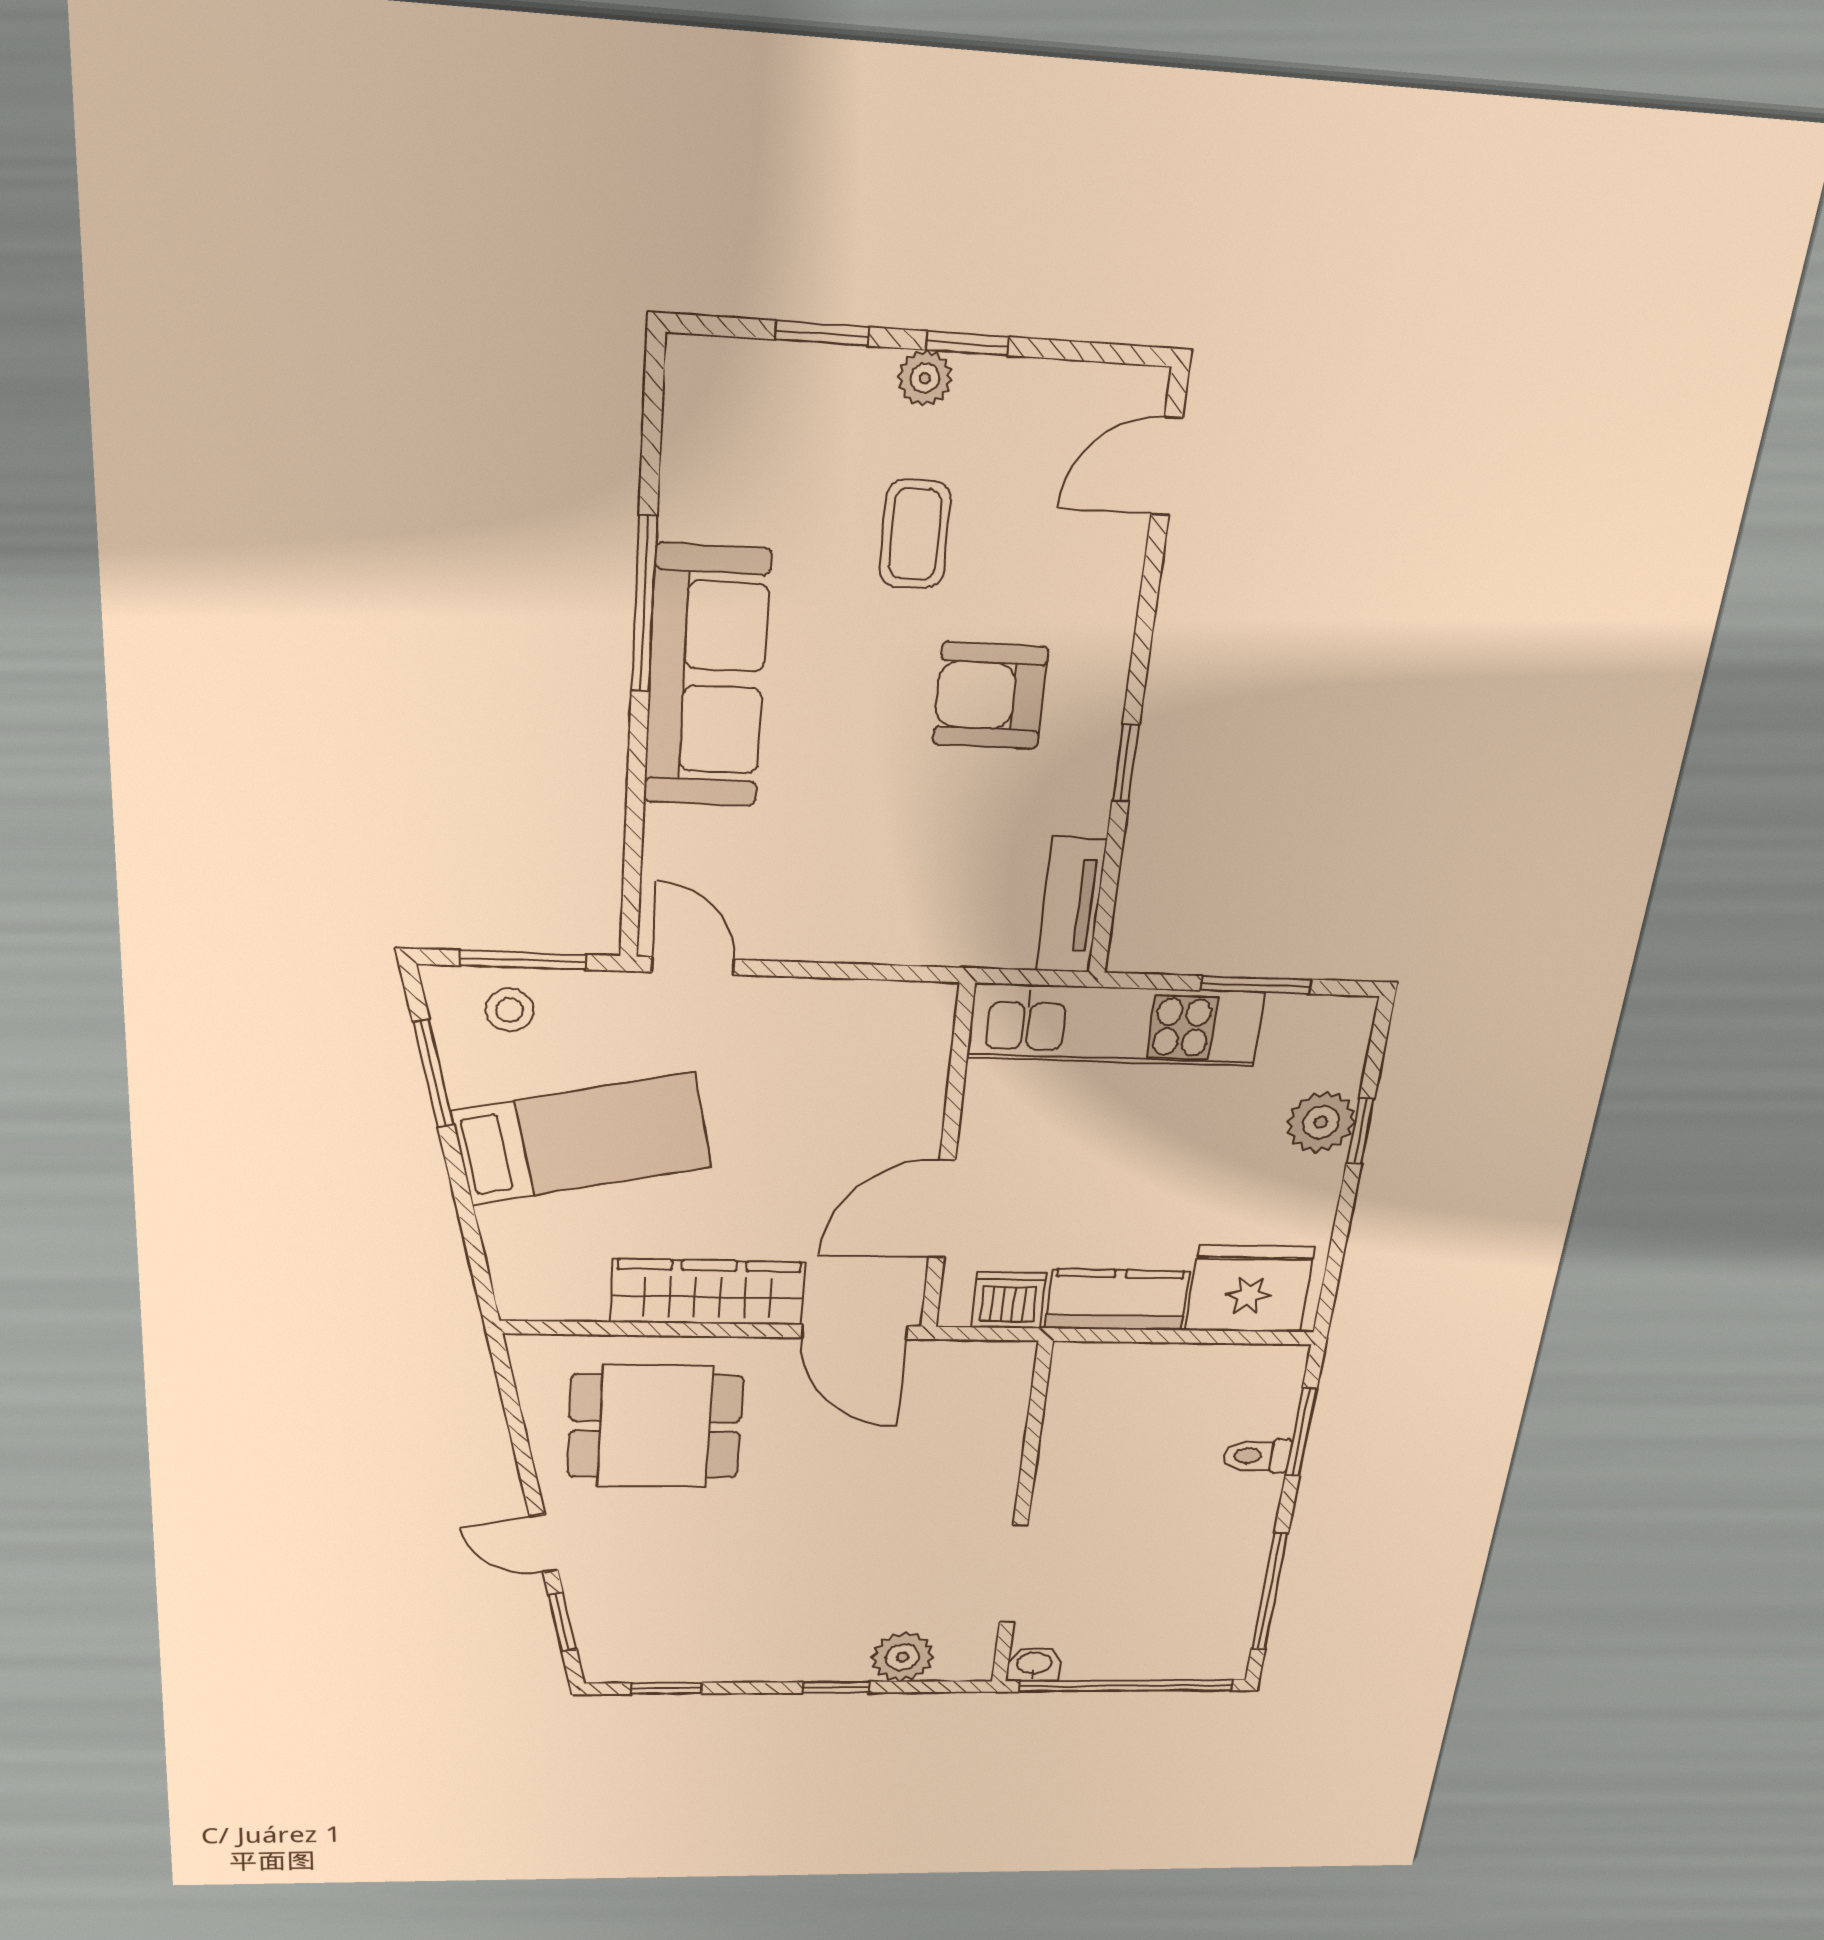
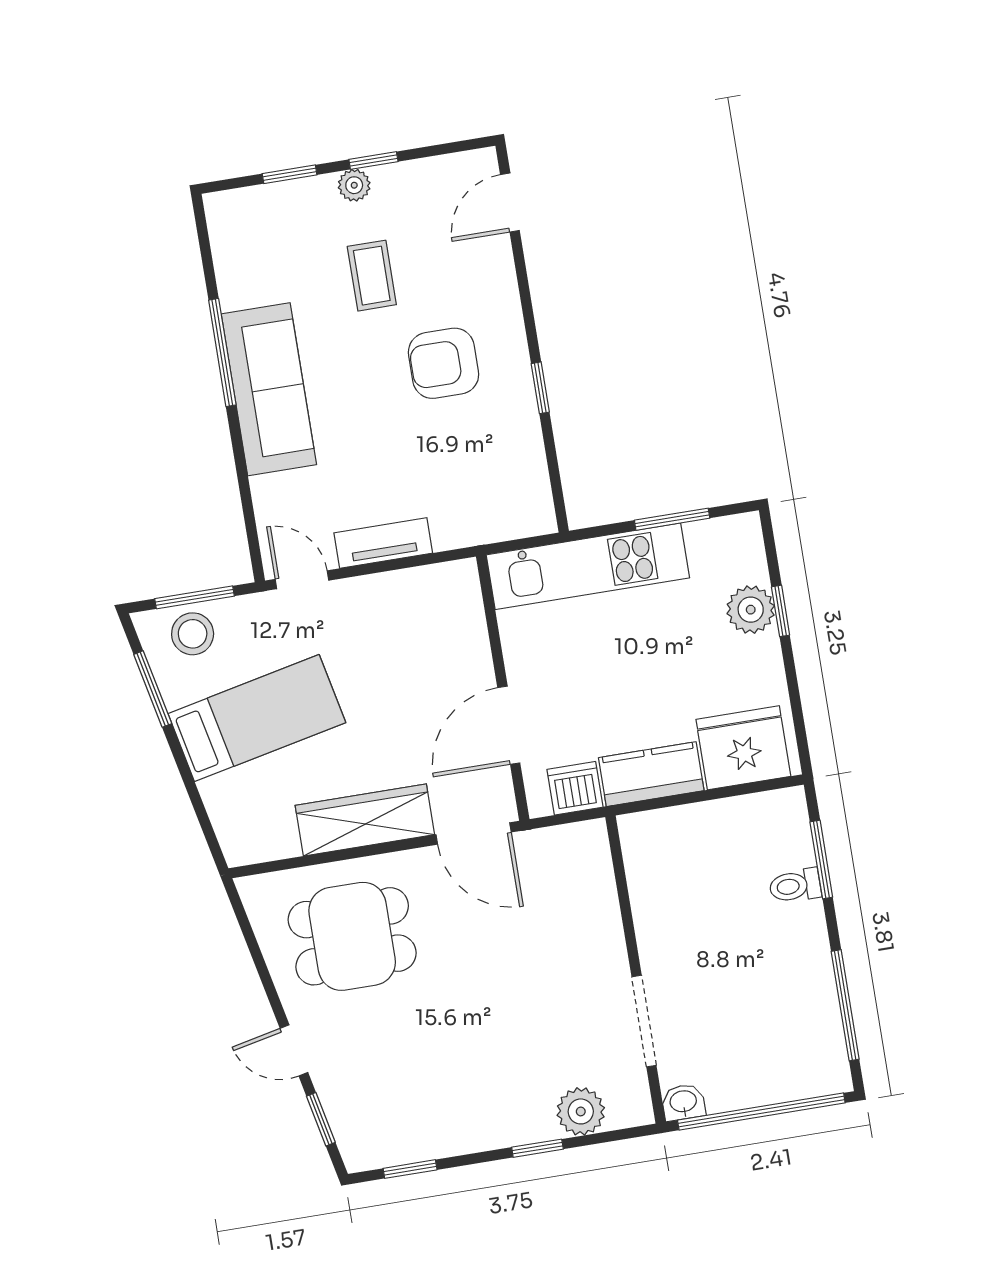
tv unit: (1071, 905) -> (383, 543), moved, turned 90
stool: (510, 1010) -> (193, 634), width x1.37, depth x1.37

